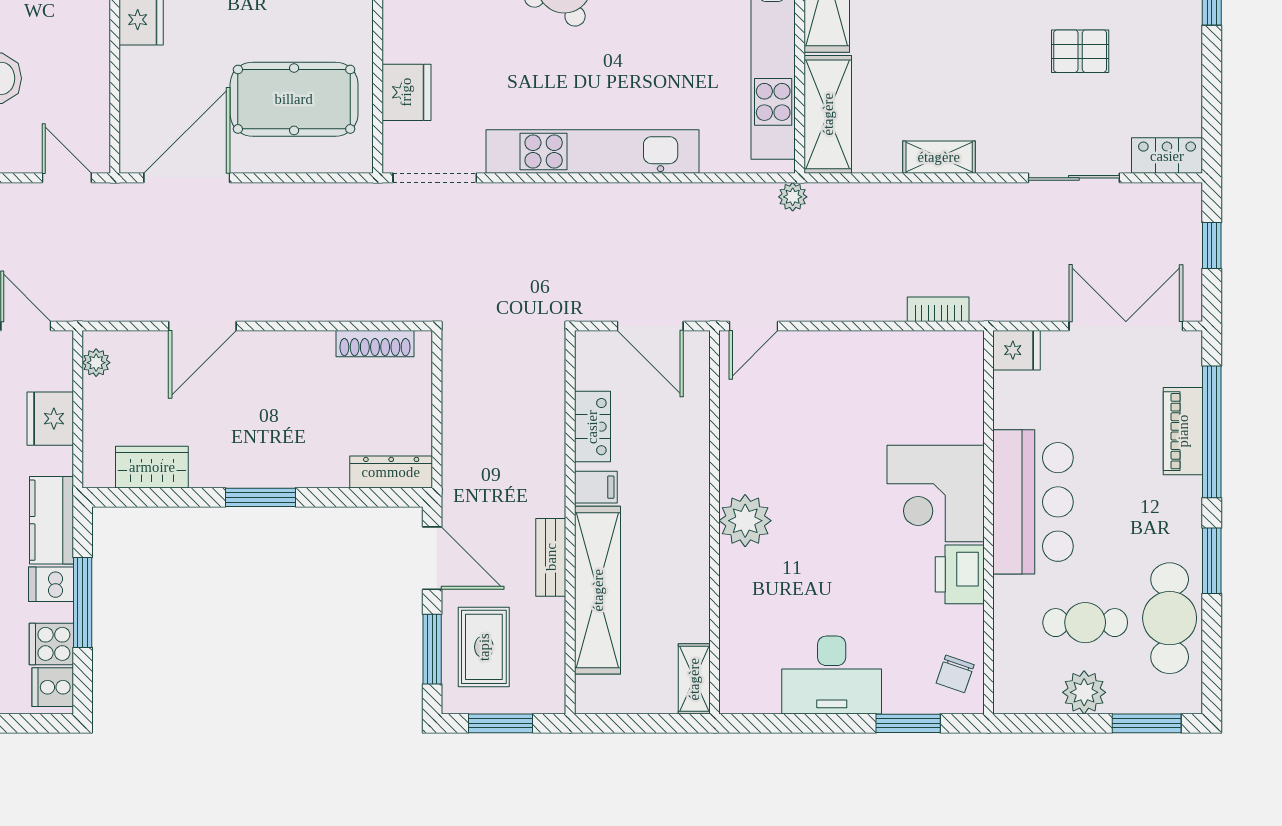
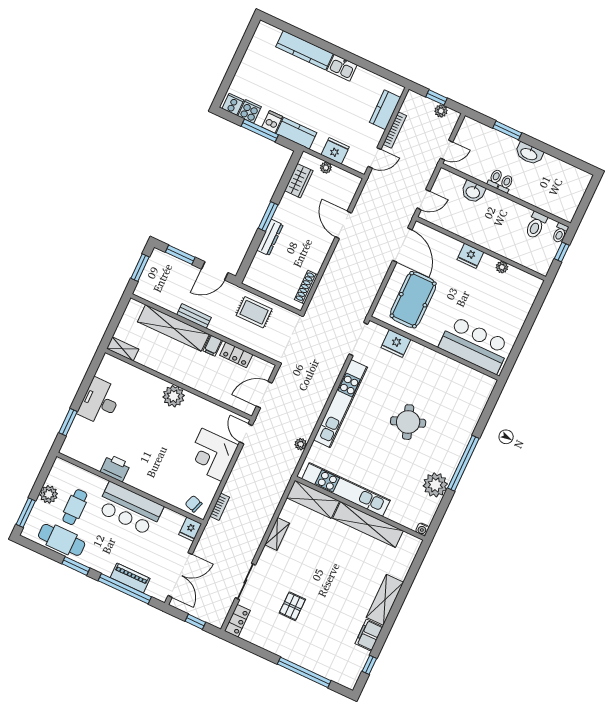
plant: (793, 197) -> (301, 444), moved
plant: (96, 363) -> (326, 168), moved
dresser: (391, 472) -> (270, 237), moved
corner desk: (936, 494) -> (212, 455), moved, turned -90
rug: (484, 647) -> (254, 312), moved
chair: (955, 674) -> (194, 504), moved

